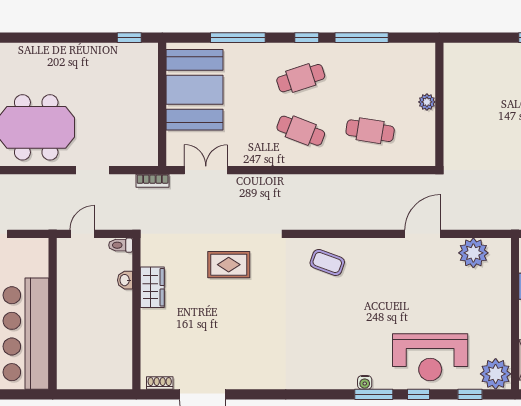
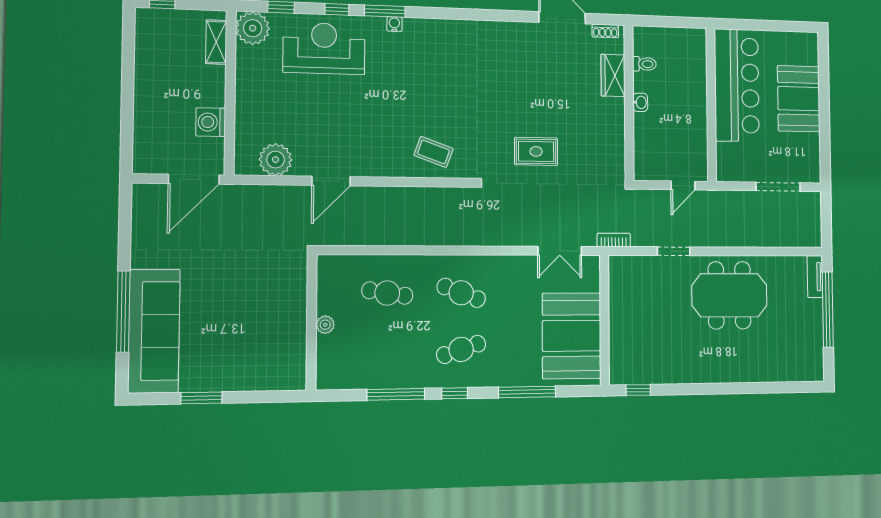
toilet: (121, 245) -> (644, 64), moved
washbasin: (125, 280) -> (640, 102), moved
wardrobe: (152, 287) -> (613, 75), moved

